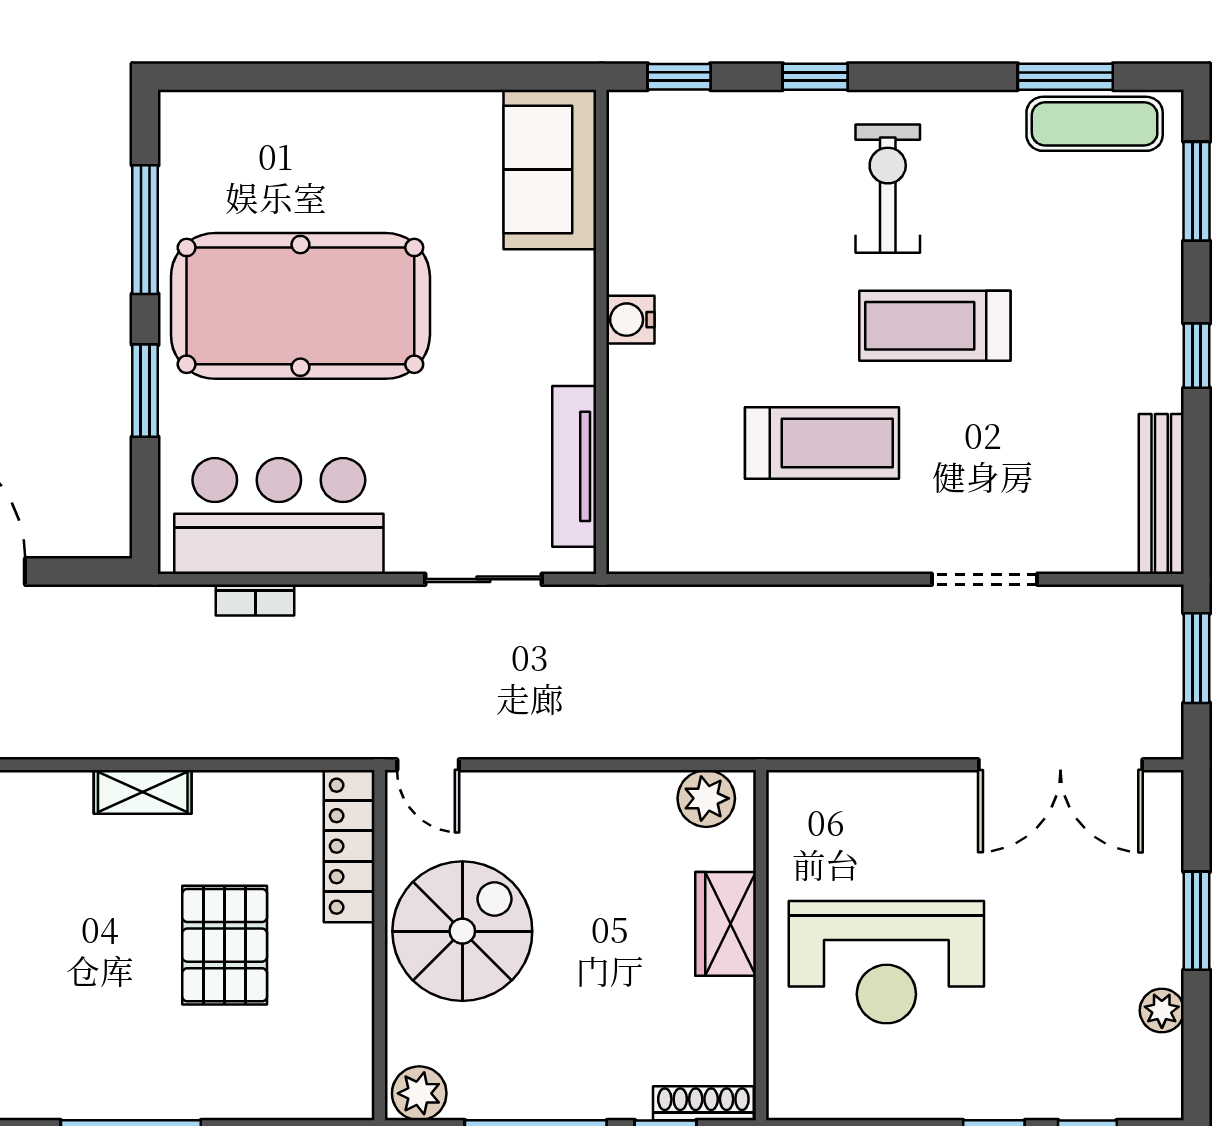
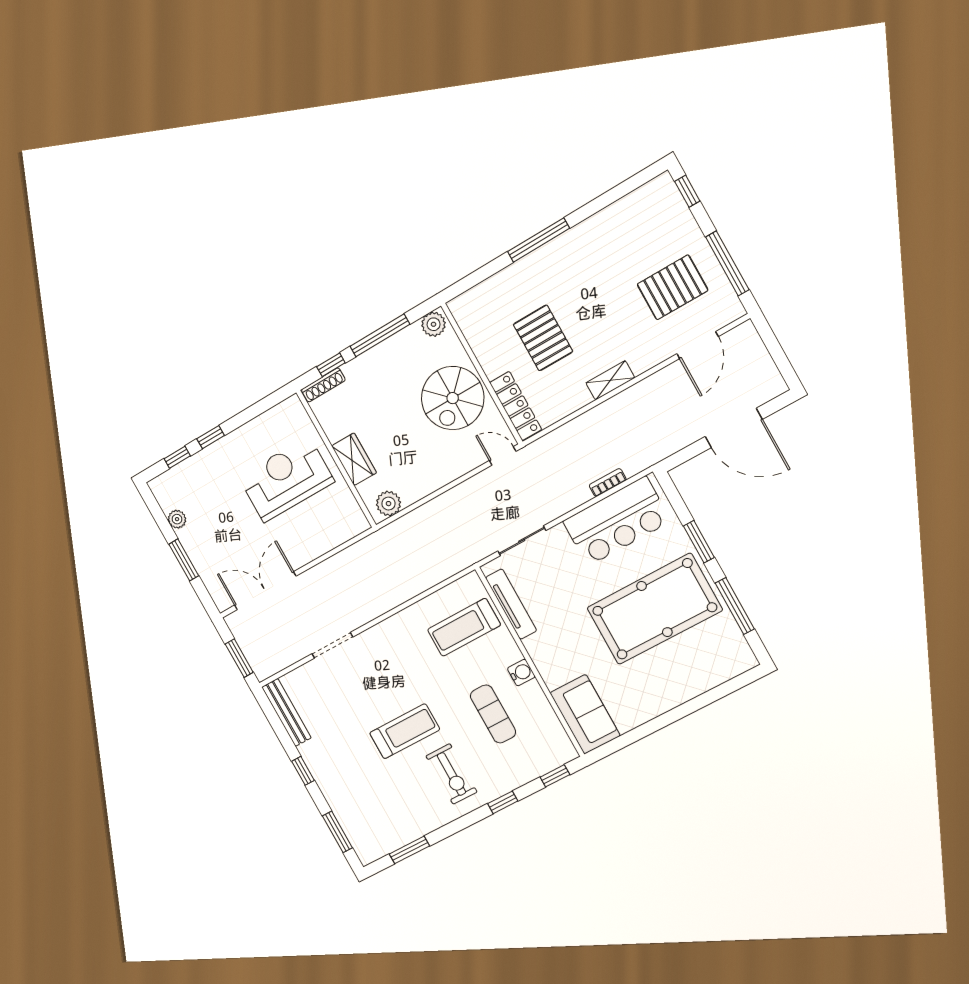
exercise mat: (1095, 124) -> (493, 714), moved, turned 90
treadmill: (822, 443) -> (464, 627), moved

